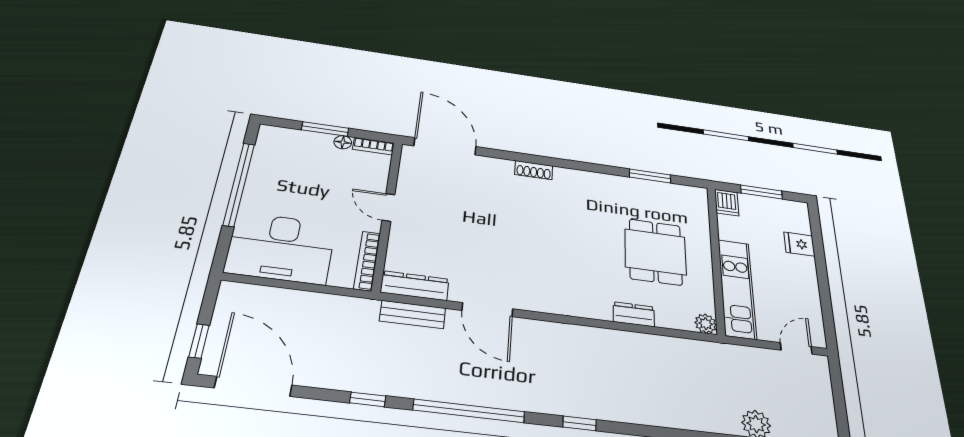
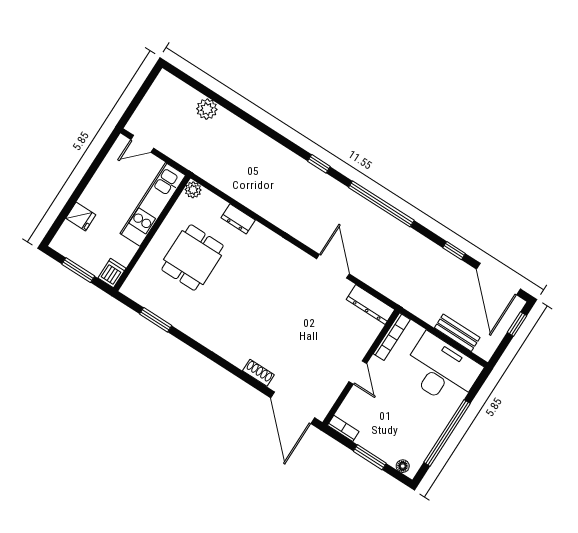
floor lamp: (343, 142) -> (403, 466), moved
shoe rack: (534, 170) -> (258, 373), moved
bench: (413, 314) -> (457, 333), moved
window: (368, 399) -> (454, 251), moved

